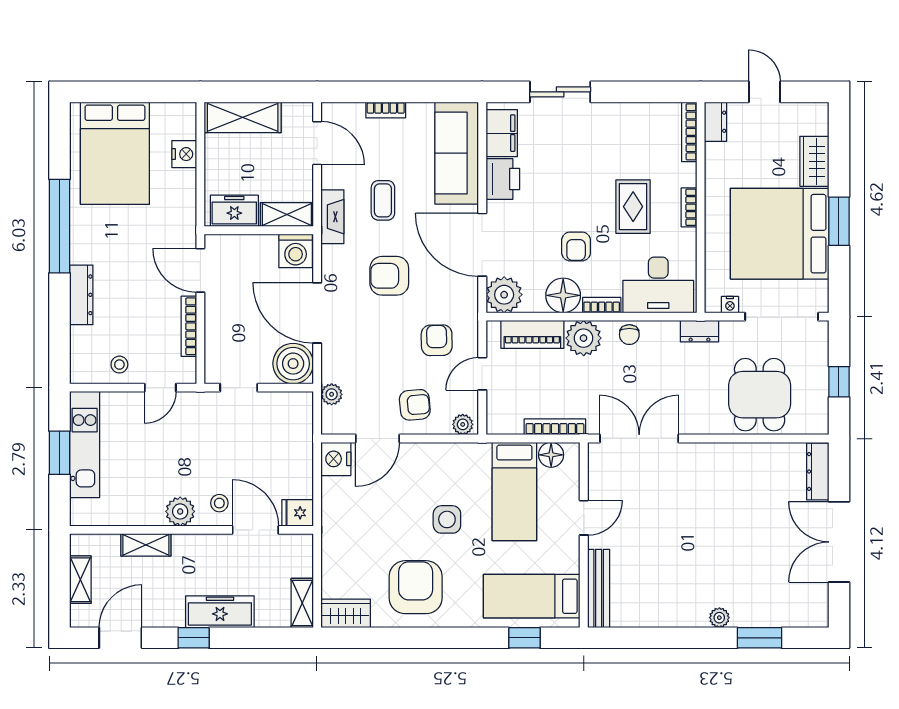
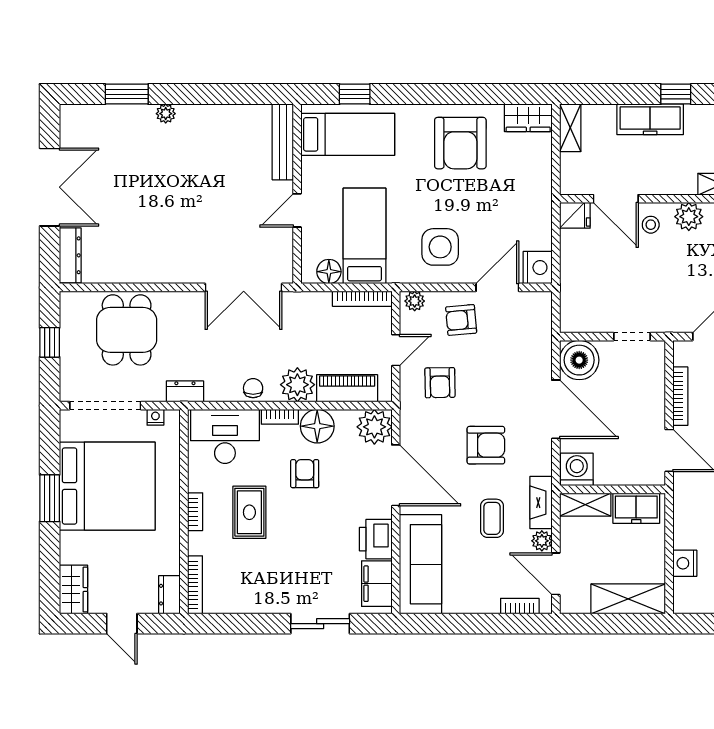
bookcase: (386, 110) -> (520, 606), moved
wardrobe: (814, 161) -> (74, 589), moved
plant: (332, 394) -> (542, 541), moved
bookcase: (555, 427) -> (362, 299), moved
side table: (447, 519) -> (440, 247), moved, width x1.37, depth x1.37

